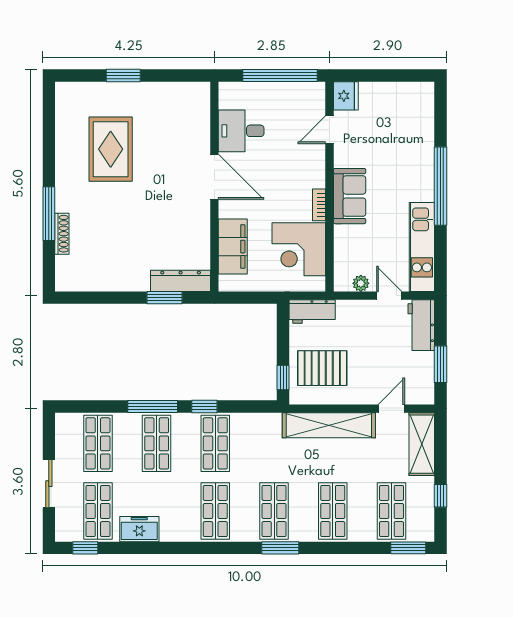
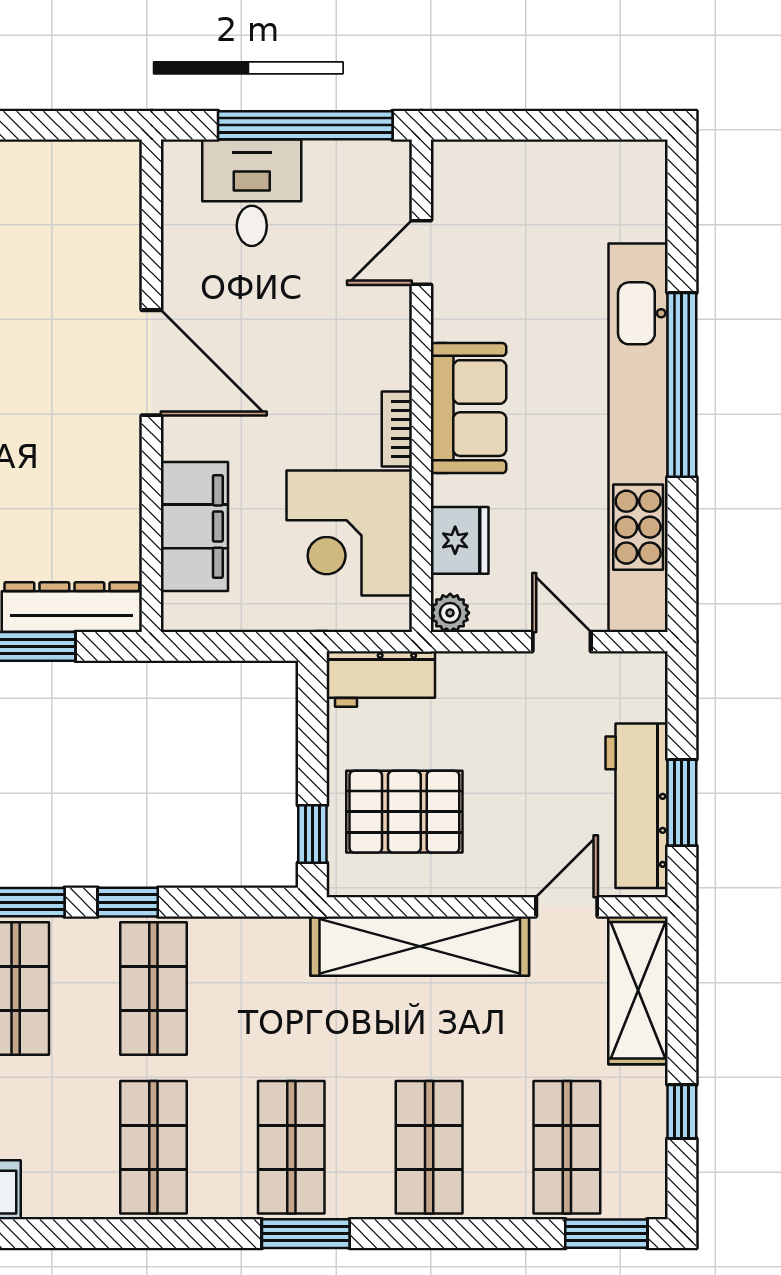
fridge: (346, 96) -> (460, 540), moved
desk: (241, 131) -> (252, 193), moved, turned 90
kitchen unit: (422, 247) -> (638, 438), width x1.86
plant: (361, 283) -> (450, 613), moved
workbench: (421, 325) -> (637, 806), moved, width x1.38

